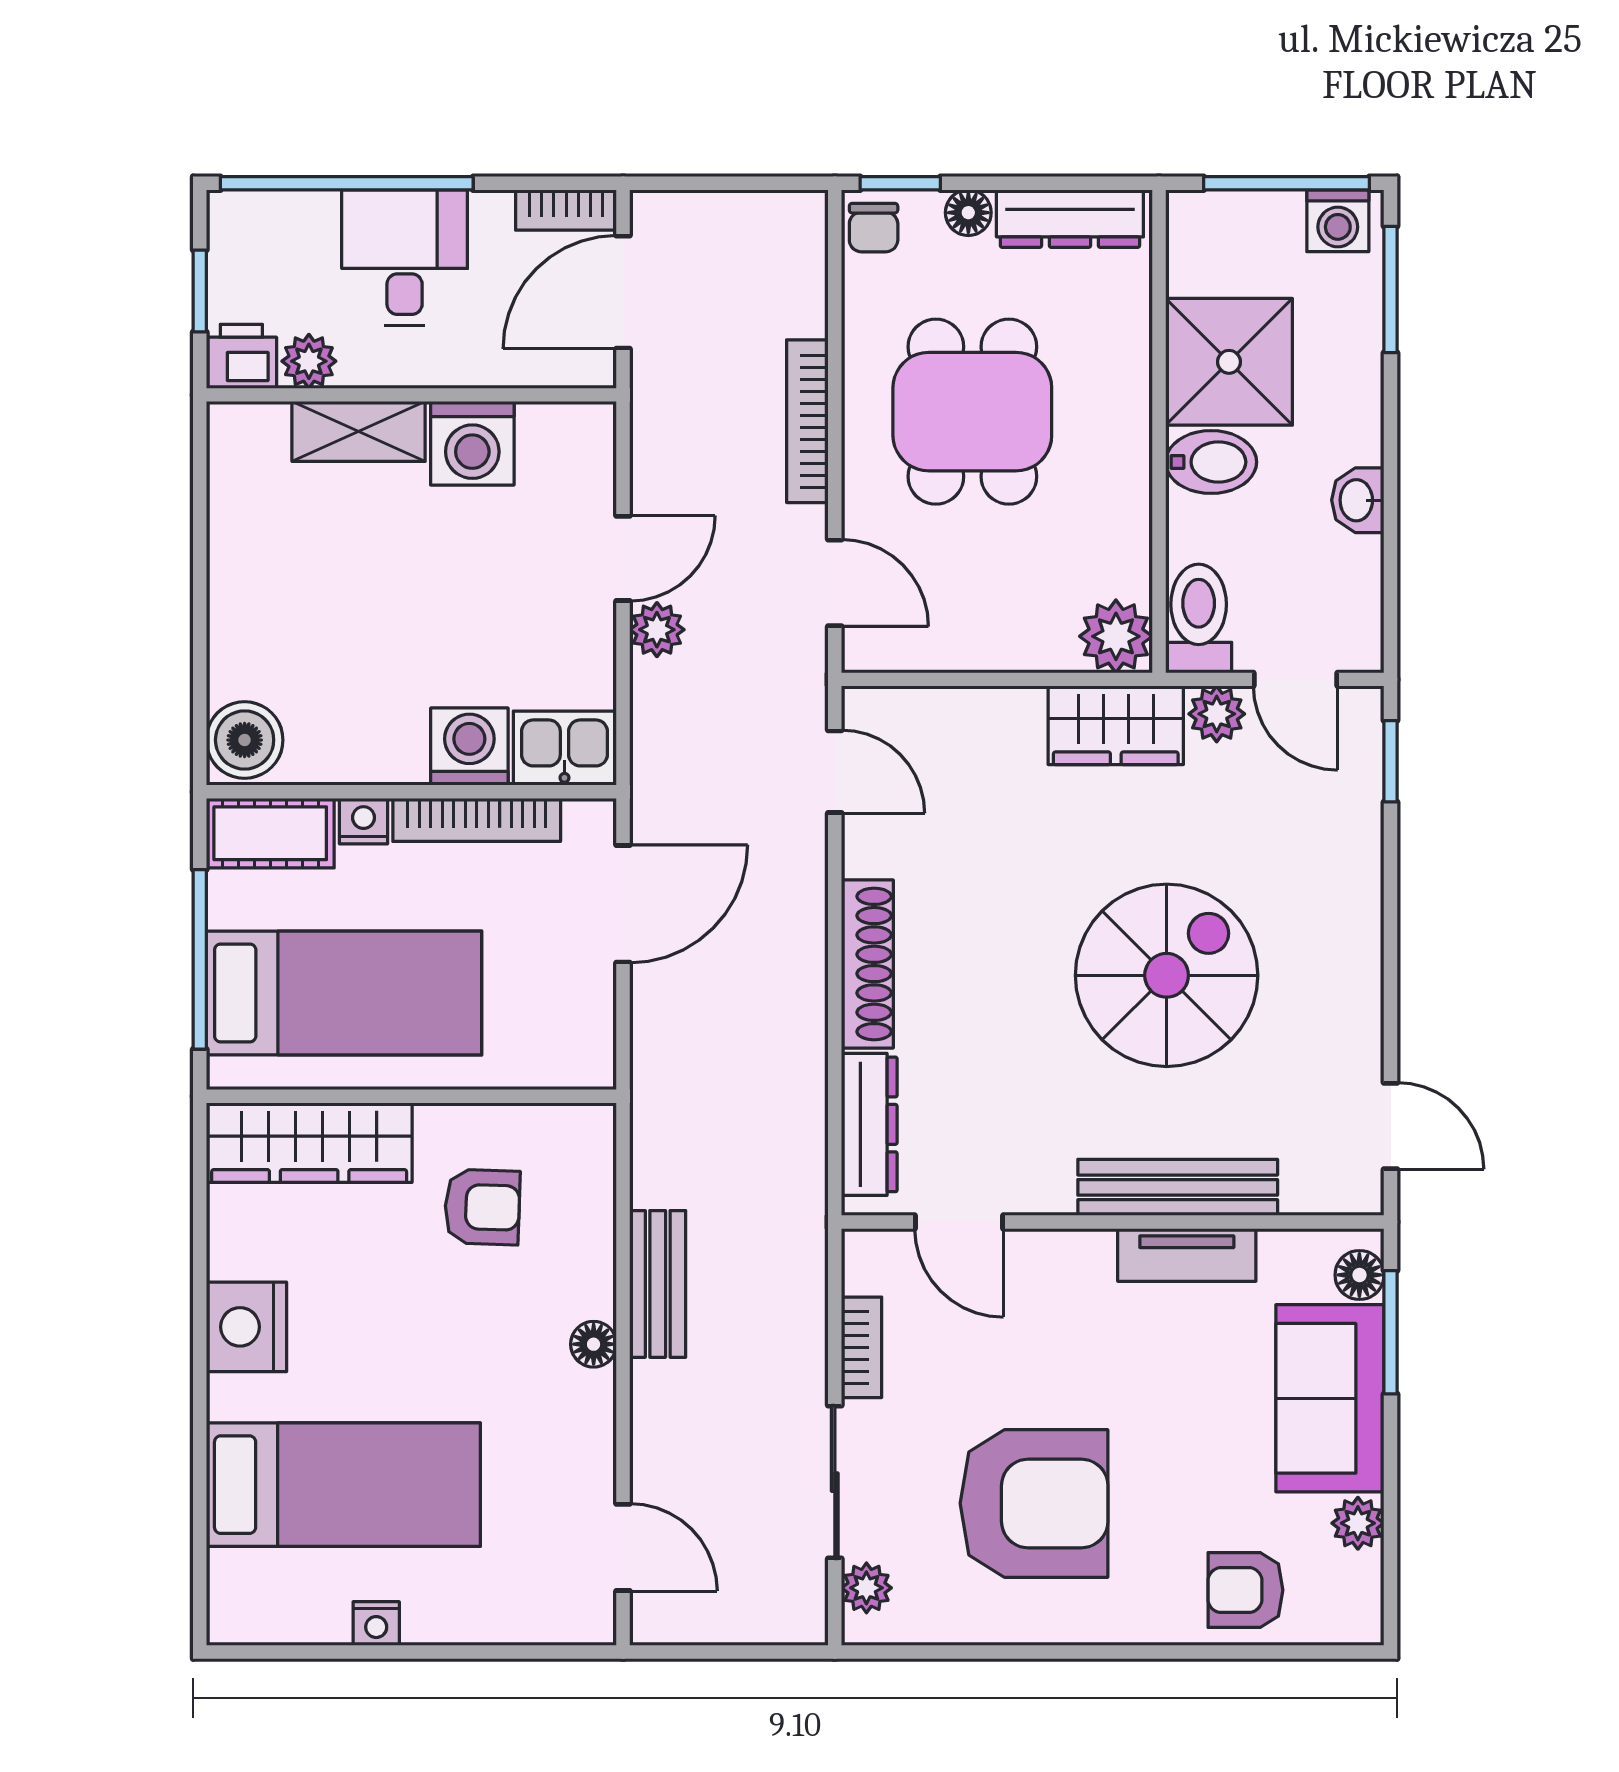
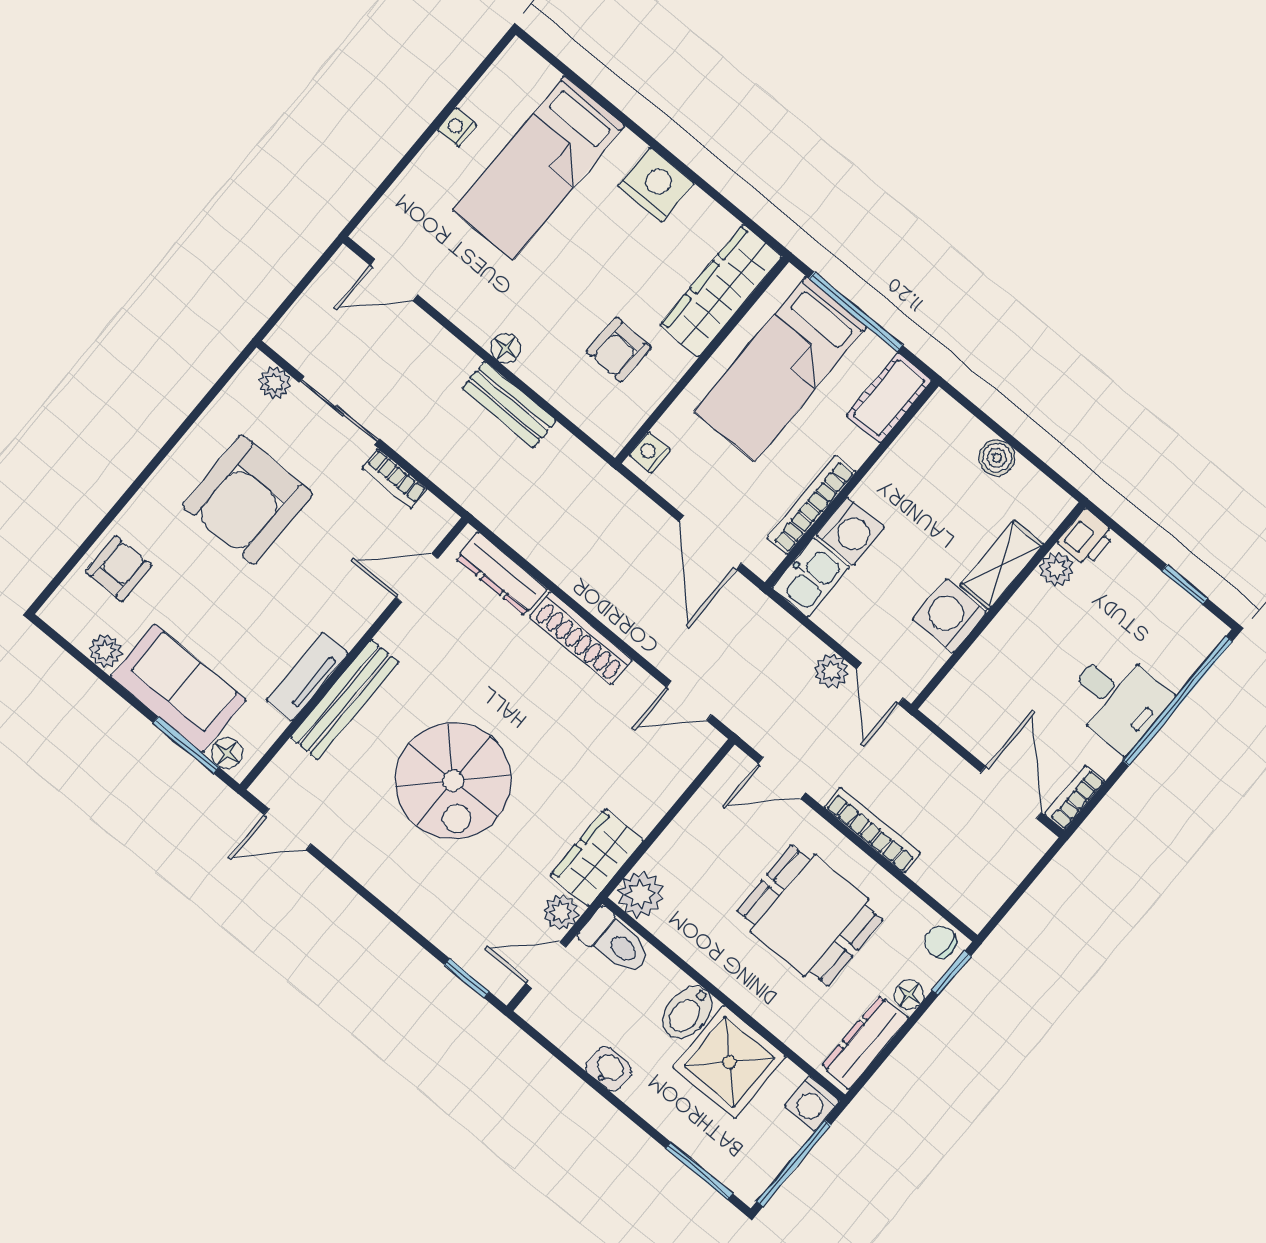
washing machine: (1338, 221) -> (812, 1104), moved, turned -90
printer: (241, 356) -> (1087, 538), moved
plant: (309, 361) -> (1057, 569), moved
wall: (411, 395) -> (998, 606), moved
shelving: (359, 431) -> (1002, 565), moved
washing machine: (472, 443) -> (949, 616), moved
boiler: (245, 740) -> (997, 458), moved, width x0.73, depth x0.73
nightstand: (363, 821) -> (650, 452), moved, turned 180

